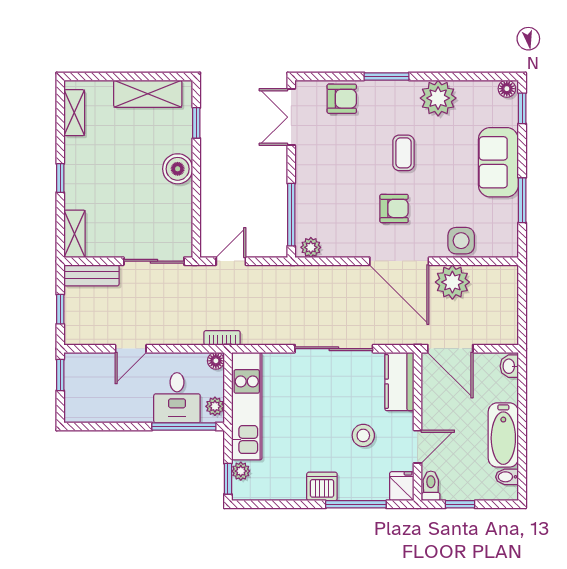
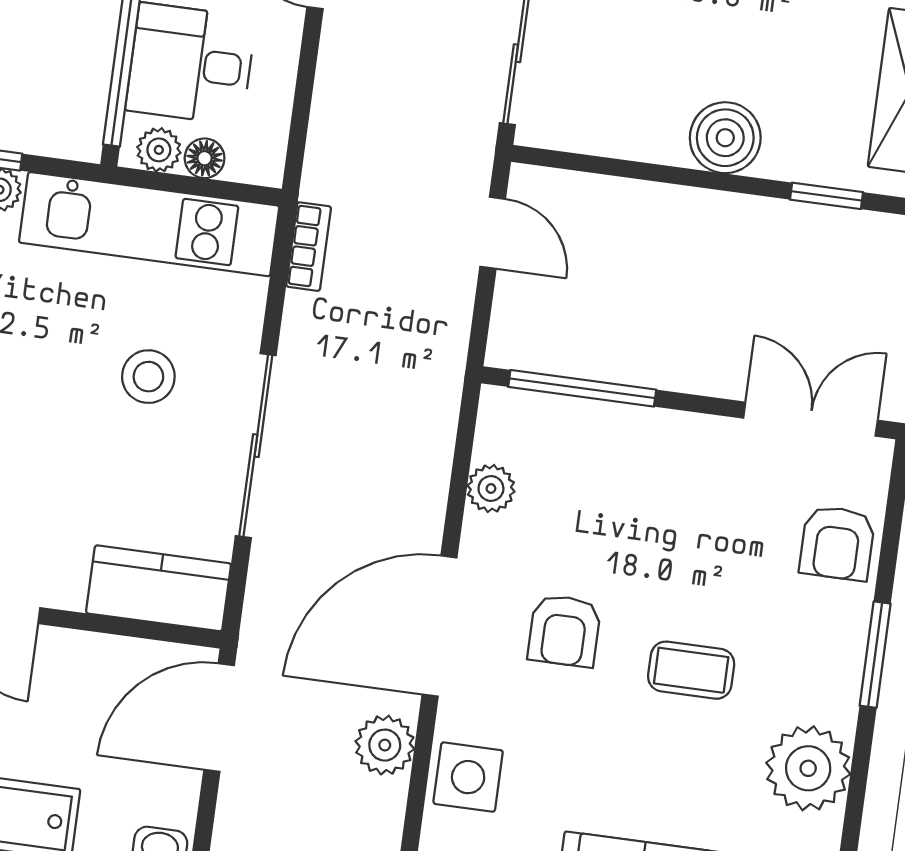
plant: (311, 247) -> (491, 488), moved
plant: (452, 282) -> (385, 745), width x0.73, depth x0.73
bookcase: (222, 338) -> (309, 247), moved
floor lamp: (216, 361) -> (205, 158), moved
stool: (363, 435) -> (148, 377), moved

